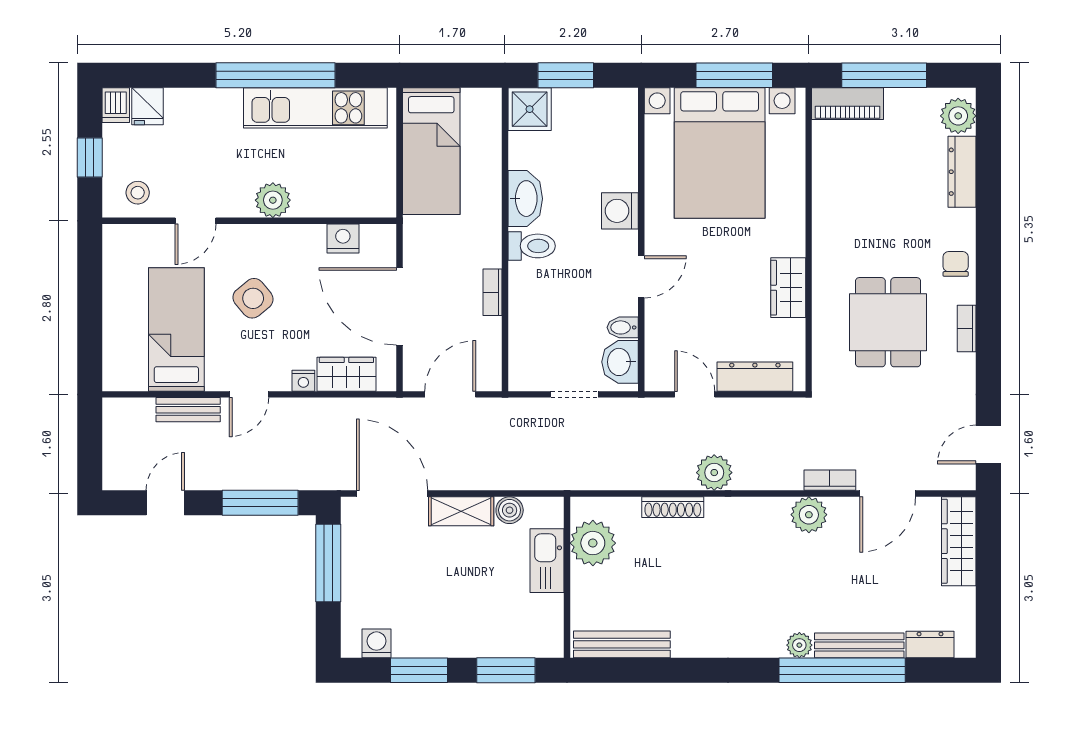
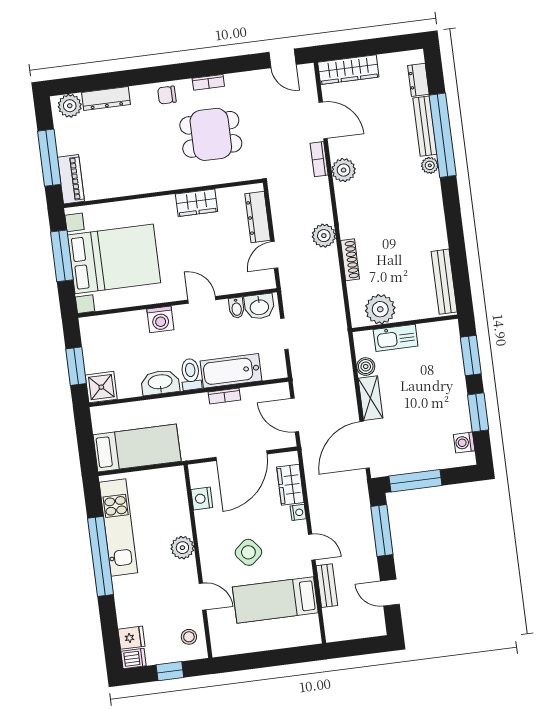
bathtub: (529, 307) -> (231, 371), added

